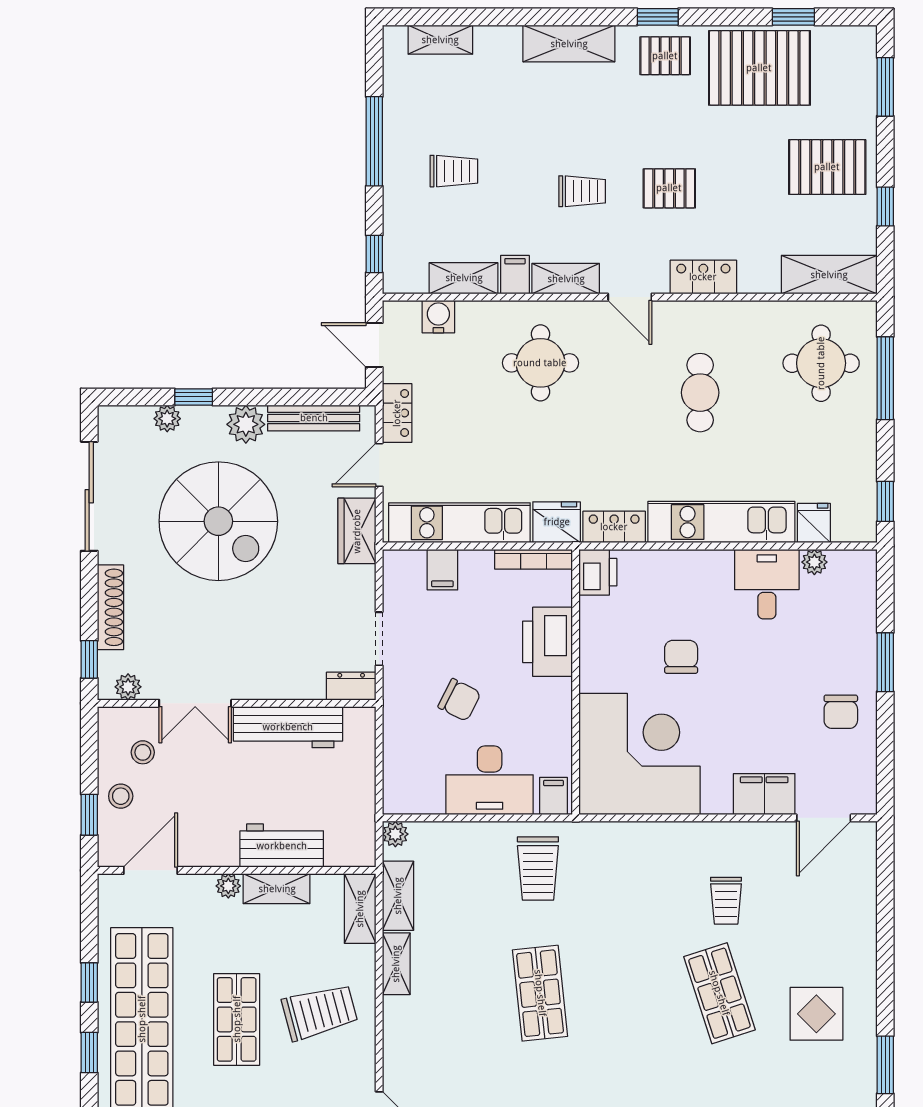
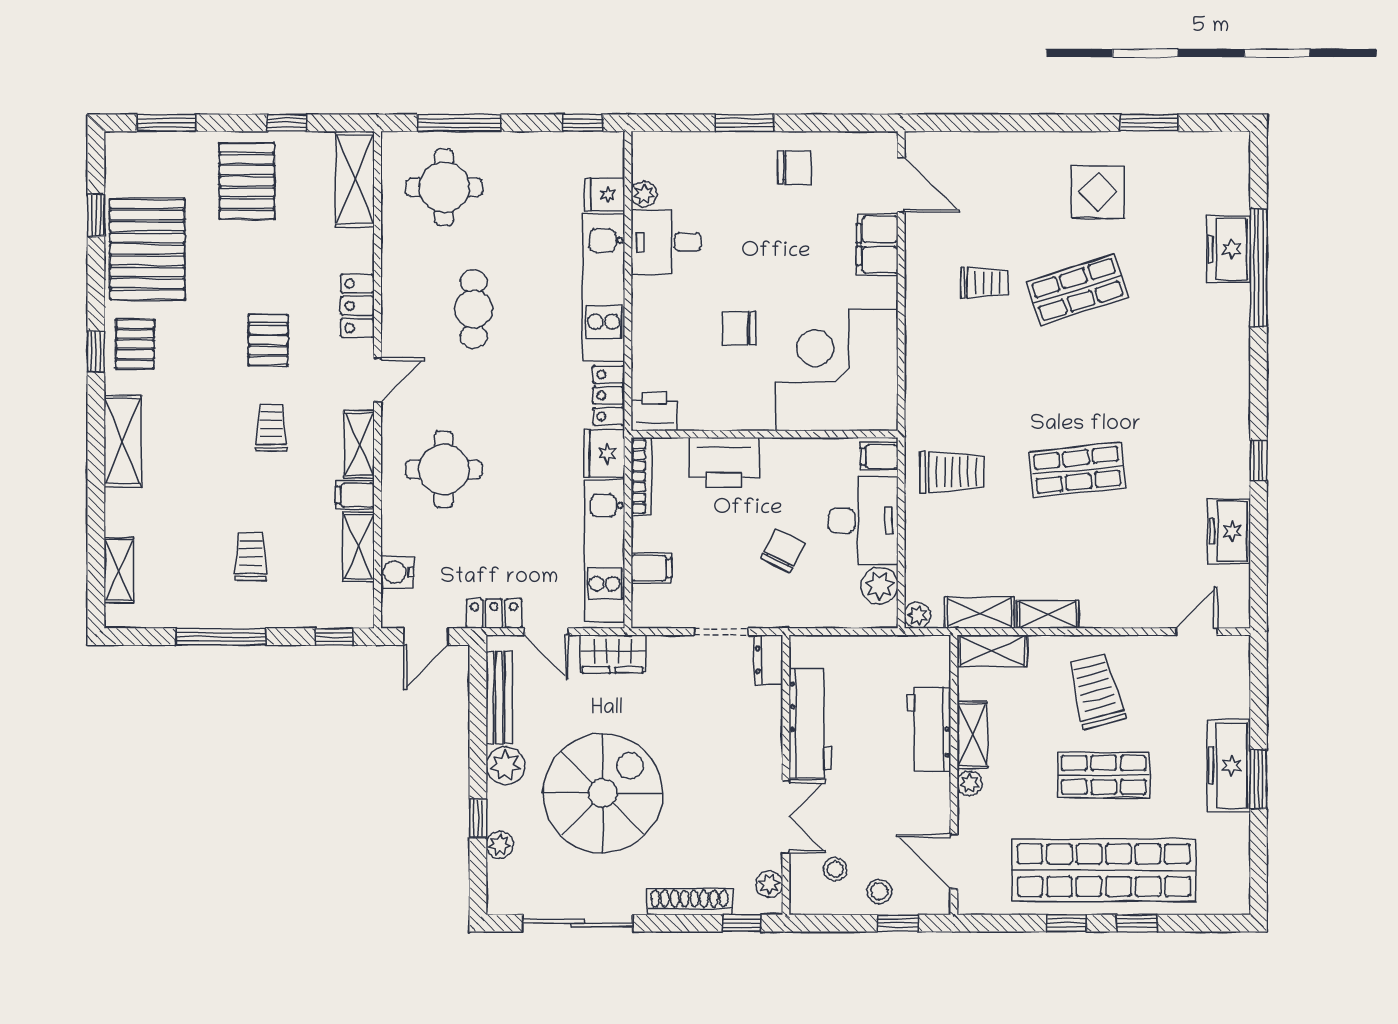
cafe table: (700, 393) -> (474, 309), turned 90
plant: (425, 796) -> (880, 586), added

